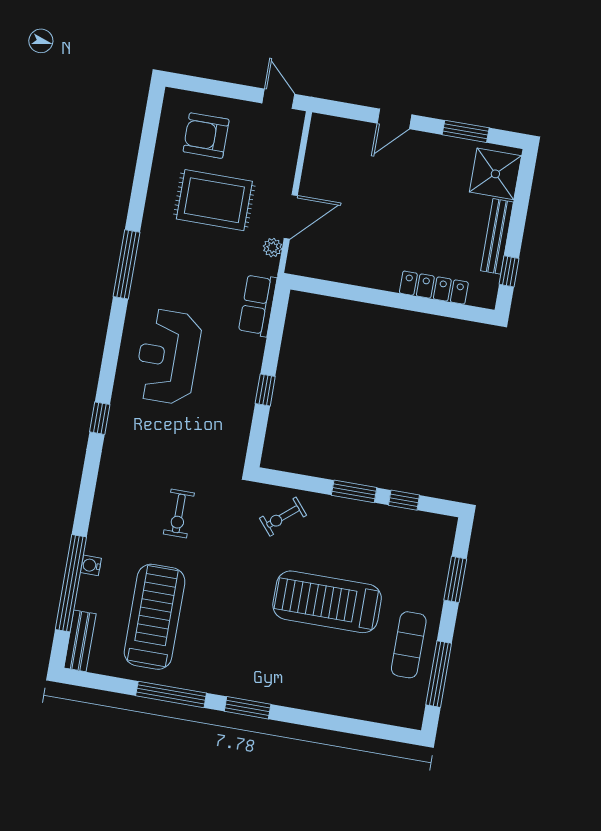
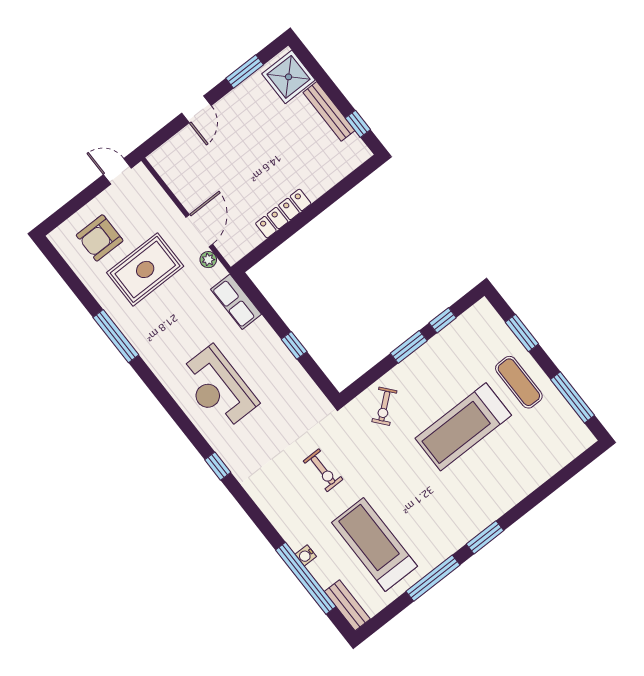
window: (127, 264) -> (116, 336), moved
locker: (434, 288) -> (283, 214), moved
exercise mat: (409, 645) -> (519, 382), moved

